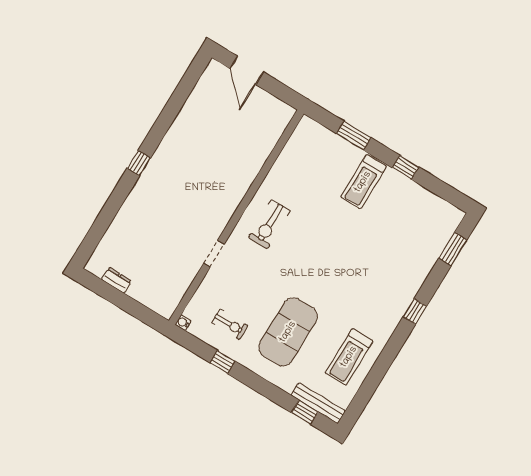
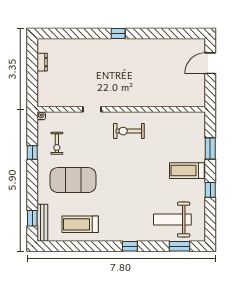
weight bench: (414, 237) -> (172, 219), added

